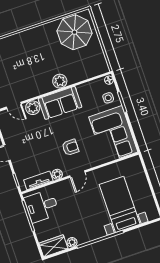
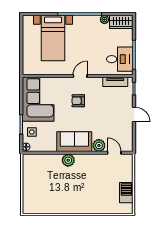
parasol: (74, 32) -> (42, 198), removed
plant: (57, 174) -> (97, 82), removed

